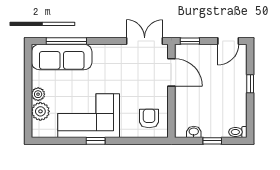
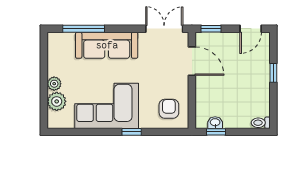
sofa: (62, 57) -> (107, 45), moved
window: (96, 141) -> (132, 132), moved
window: (212, 141) -> (216, 132), moved

